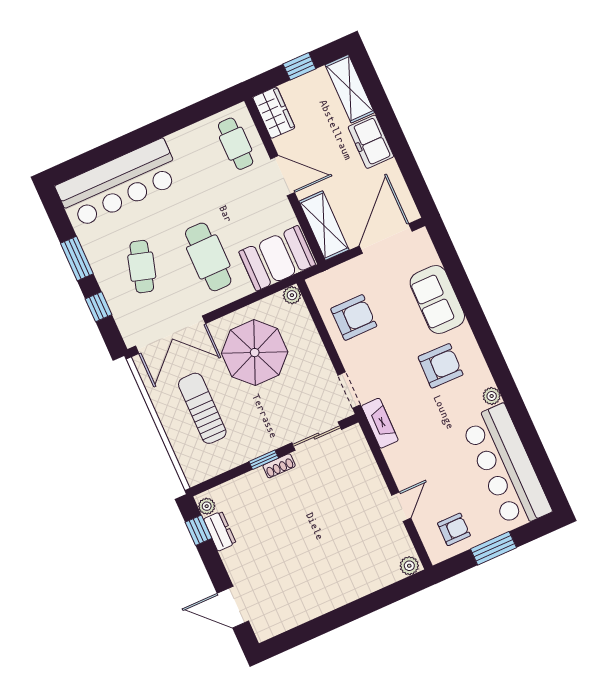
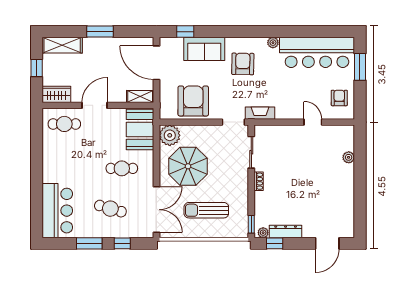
window: (394, 135) -> (100, 32), added
freezer: (371, 142) -> (98, 47), removed
bar counter: (119, 184) -> (57, 211), width x0.73
shelving: (324, 226) -> (140, 97), width x0.67, depth x0.75
cafe table: (208, 257) -> (122, 168), width x0.73, depth x0.74
window: (450, 260) -> (185, 32), added
plant: (292, 295) -> (170, 135), width x1.88, depth x1.88
armchair: (354, 317) -> (193, 101), width x1.36, depth x1.36
window: (264, 460) -> (251, 224), moved
dresser: (220, 531) -> (286, 232), width x1.44
window: (493, 548) -> (360, 67), moved
plant: (409, 566) -> (349, 157), moved

